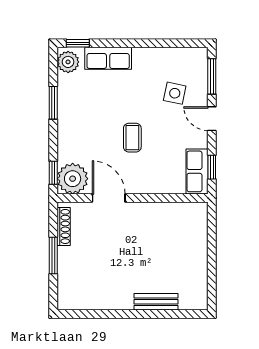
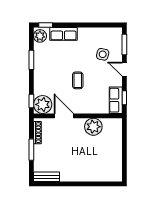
plant: (159, 217) -> (93, 127), added
bench: (156, 302) -> (46, 177), moved

